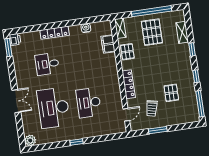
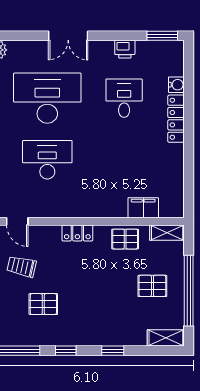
water cooler: (86, 28) -> (176, 85), moved
pallet: (152, 32) -> (152, 286), width x0.67, depth x0.71
shelving: (182, 32) -> (166, 338), moved
printer: (15, 39) -> (125, 49), moved
locker: (129, 84) -> (77, 233), width x0.66

